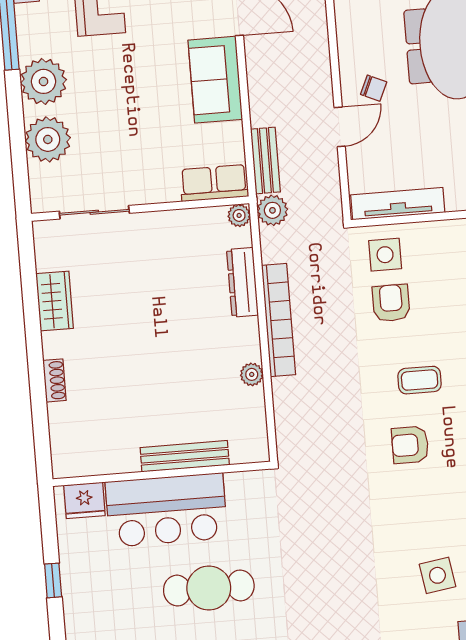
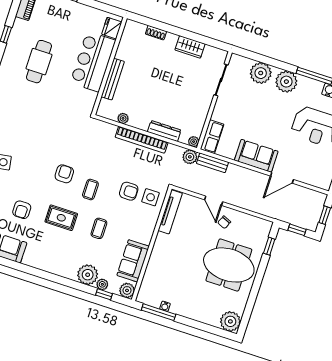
bench: (185, 456) -> (113, 79), moved
wall: (162, 474) -> (109, 66), moved
fridge: (84, 500) -> (112, 28), moved
bar counter: (166, 510) -> (93, 62), moved

